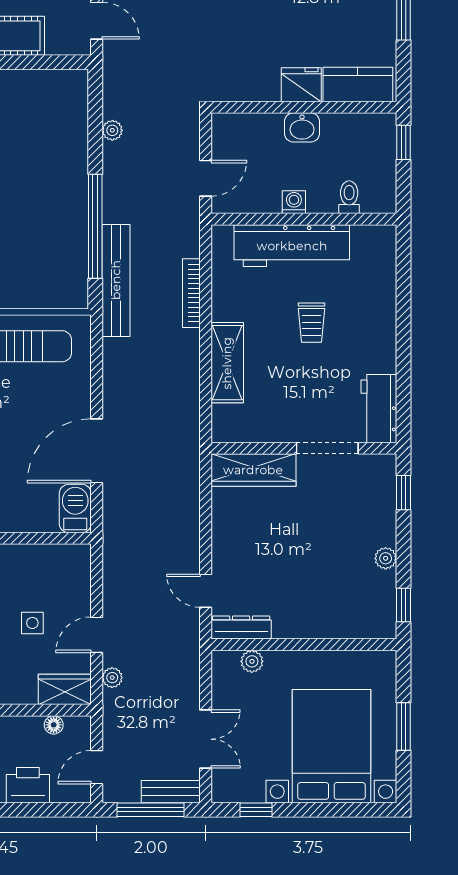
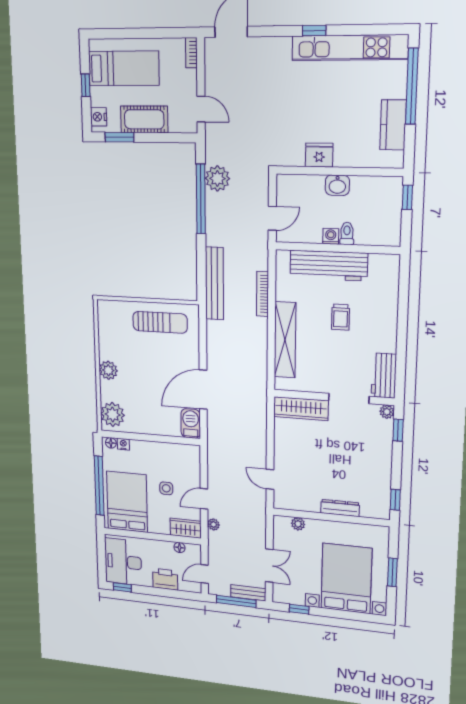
kitchen counter: (358, 84) -> (393, 125), moved, turned -90
fridge: (301, 85) -> (319, 155), moved
plant: (112, 130) -> (217, 178), width x1.88, depth x1.88
toilet: (349, 197) -> (347, 234), moved
window: (95, 226) -> (201, 199), moved
shelving: (227, 363) -> (285, 340), width x1.47
plant: (386, 558) -> (387, 412), moved
dresser: (241, 627) -> (340, 508), moved

